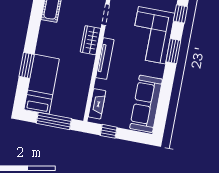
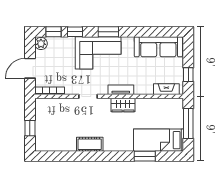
wardrobe: (91, 40) -> (123, 105), moved
tv unit: (105, 59) -> (121, 90), width x0.71

